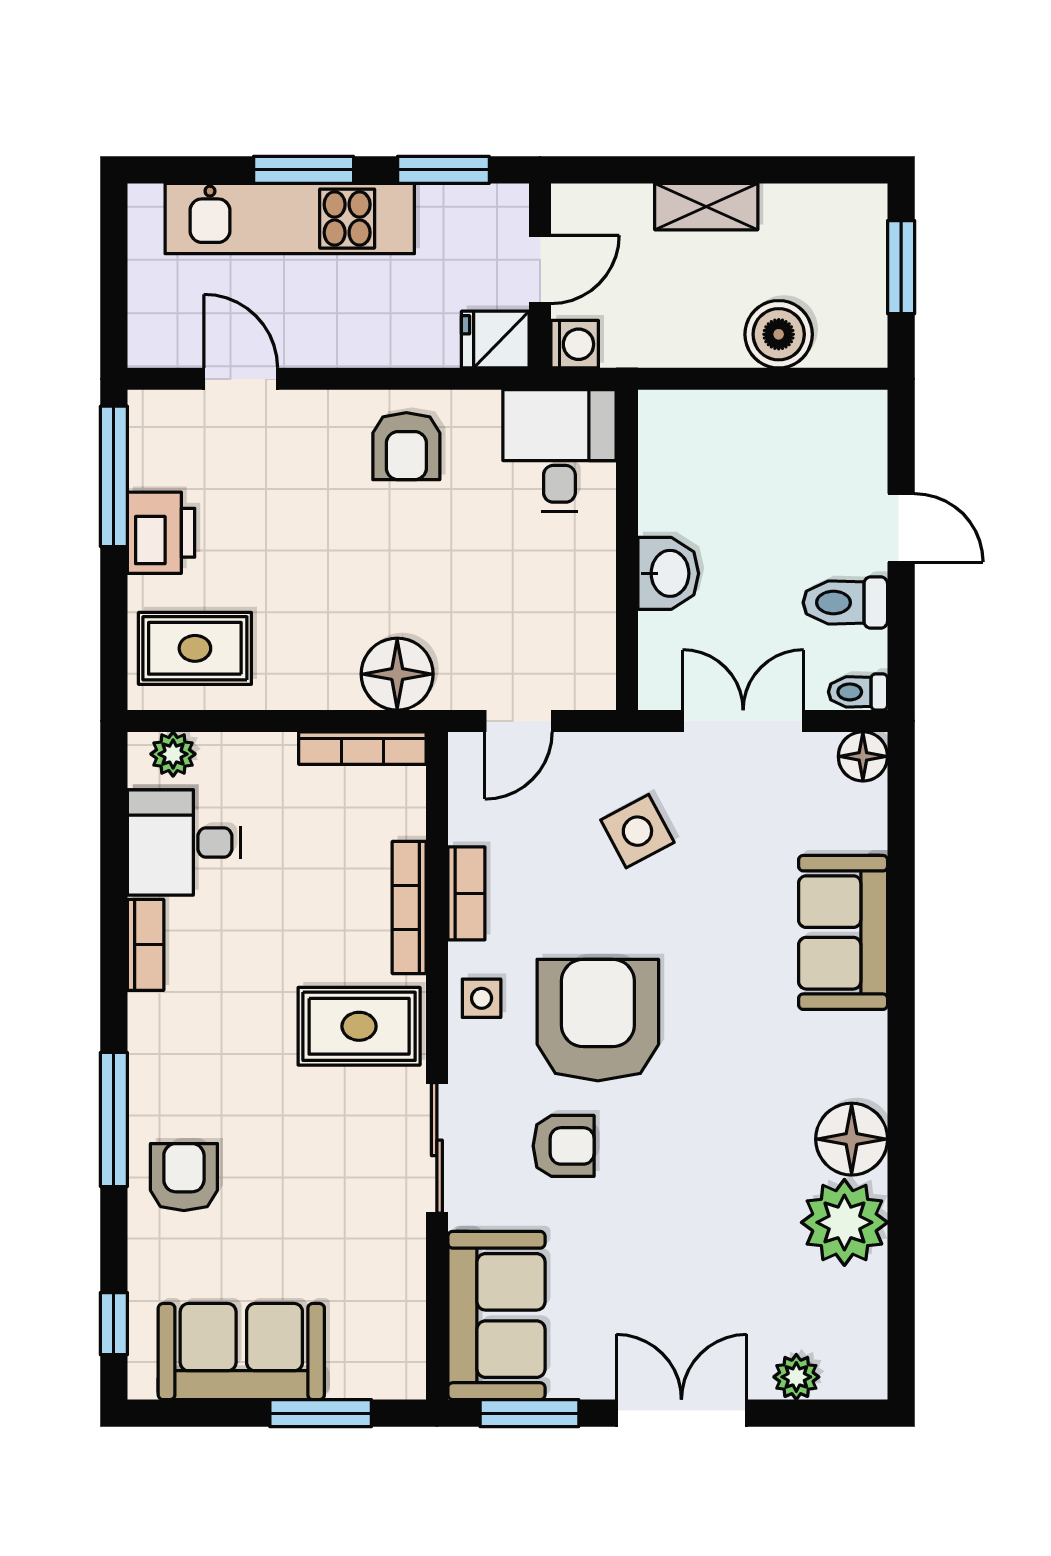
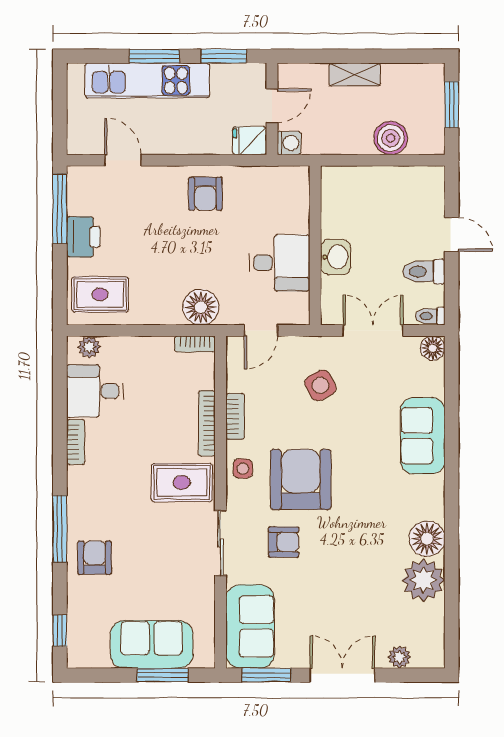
desk: (559, 451) -> (279, 263), moved, turned 90
bookcase: (362, 748) -> (195, 344), width x0.64
sofa: (241, 1352) -> (152, 644), moved

